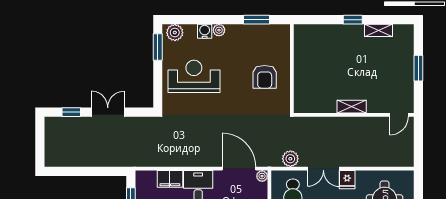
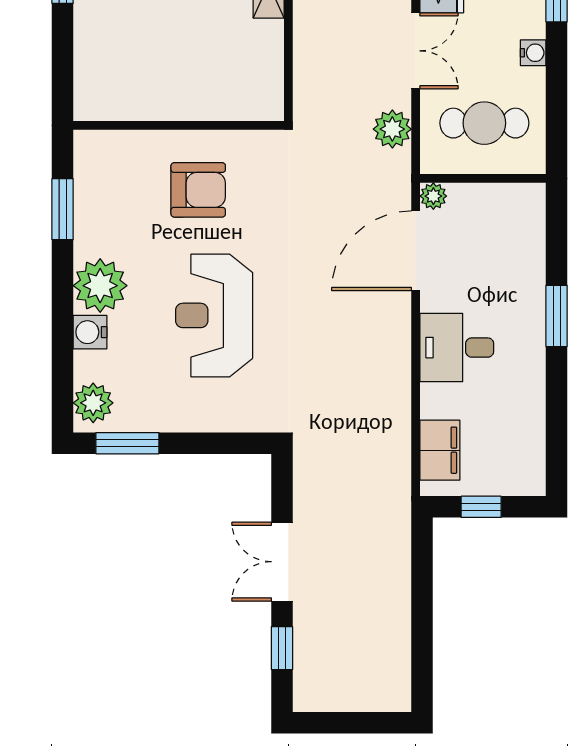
plant: (219, 30) -> (100, 286), width x1.88, depth x1.88
reception desk: (194, 76) -> (214, 315), moved
filing cabinet: (170, 179) -> (440, 450), moved

